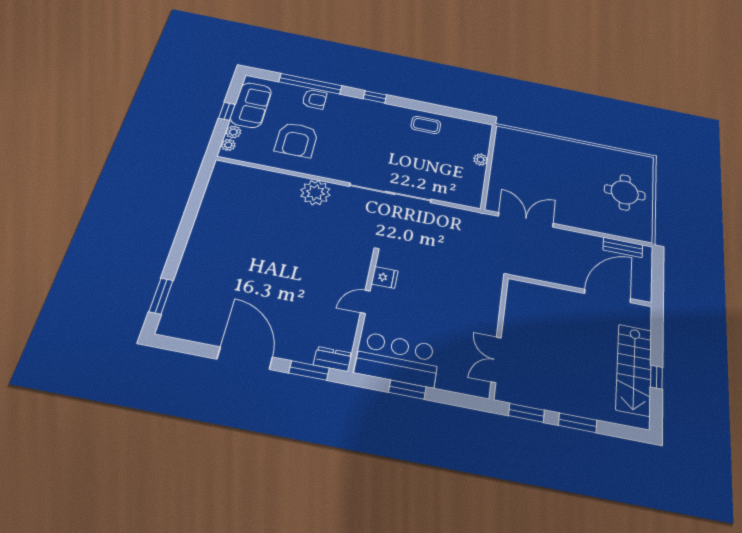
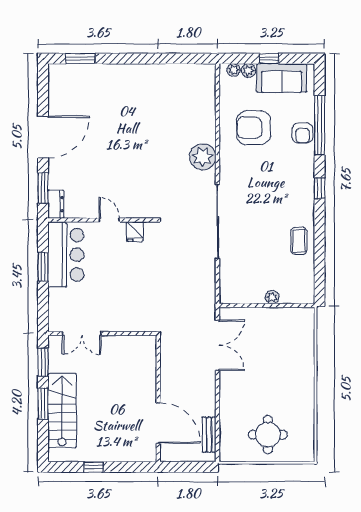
double door: (496, 360) -> (82, 334), swing flipped
stairs: (634, 369) -> (62, 411), moved, turned 90

